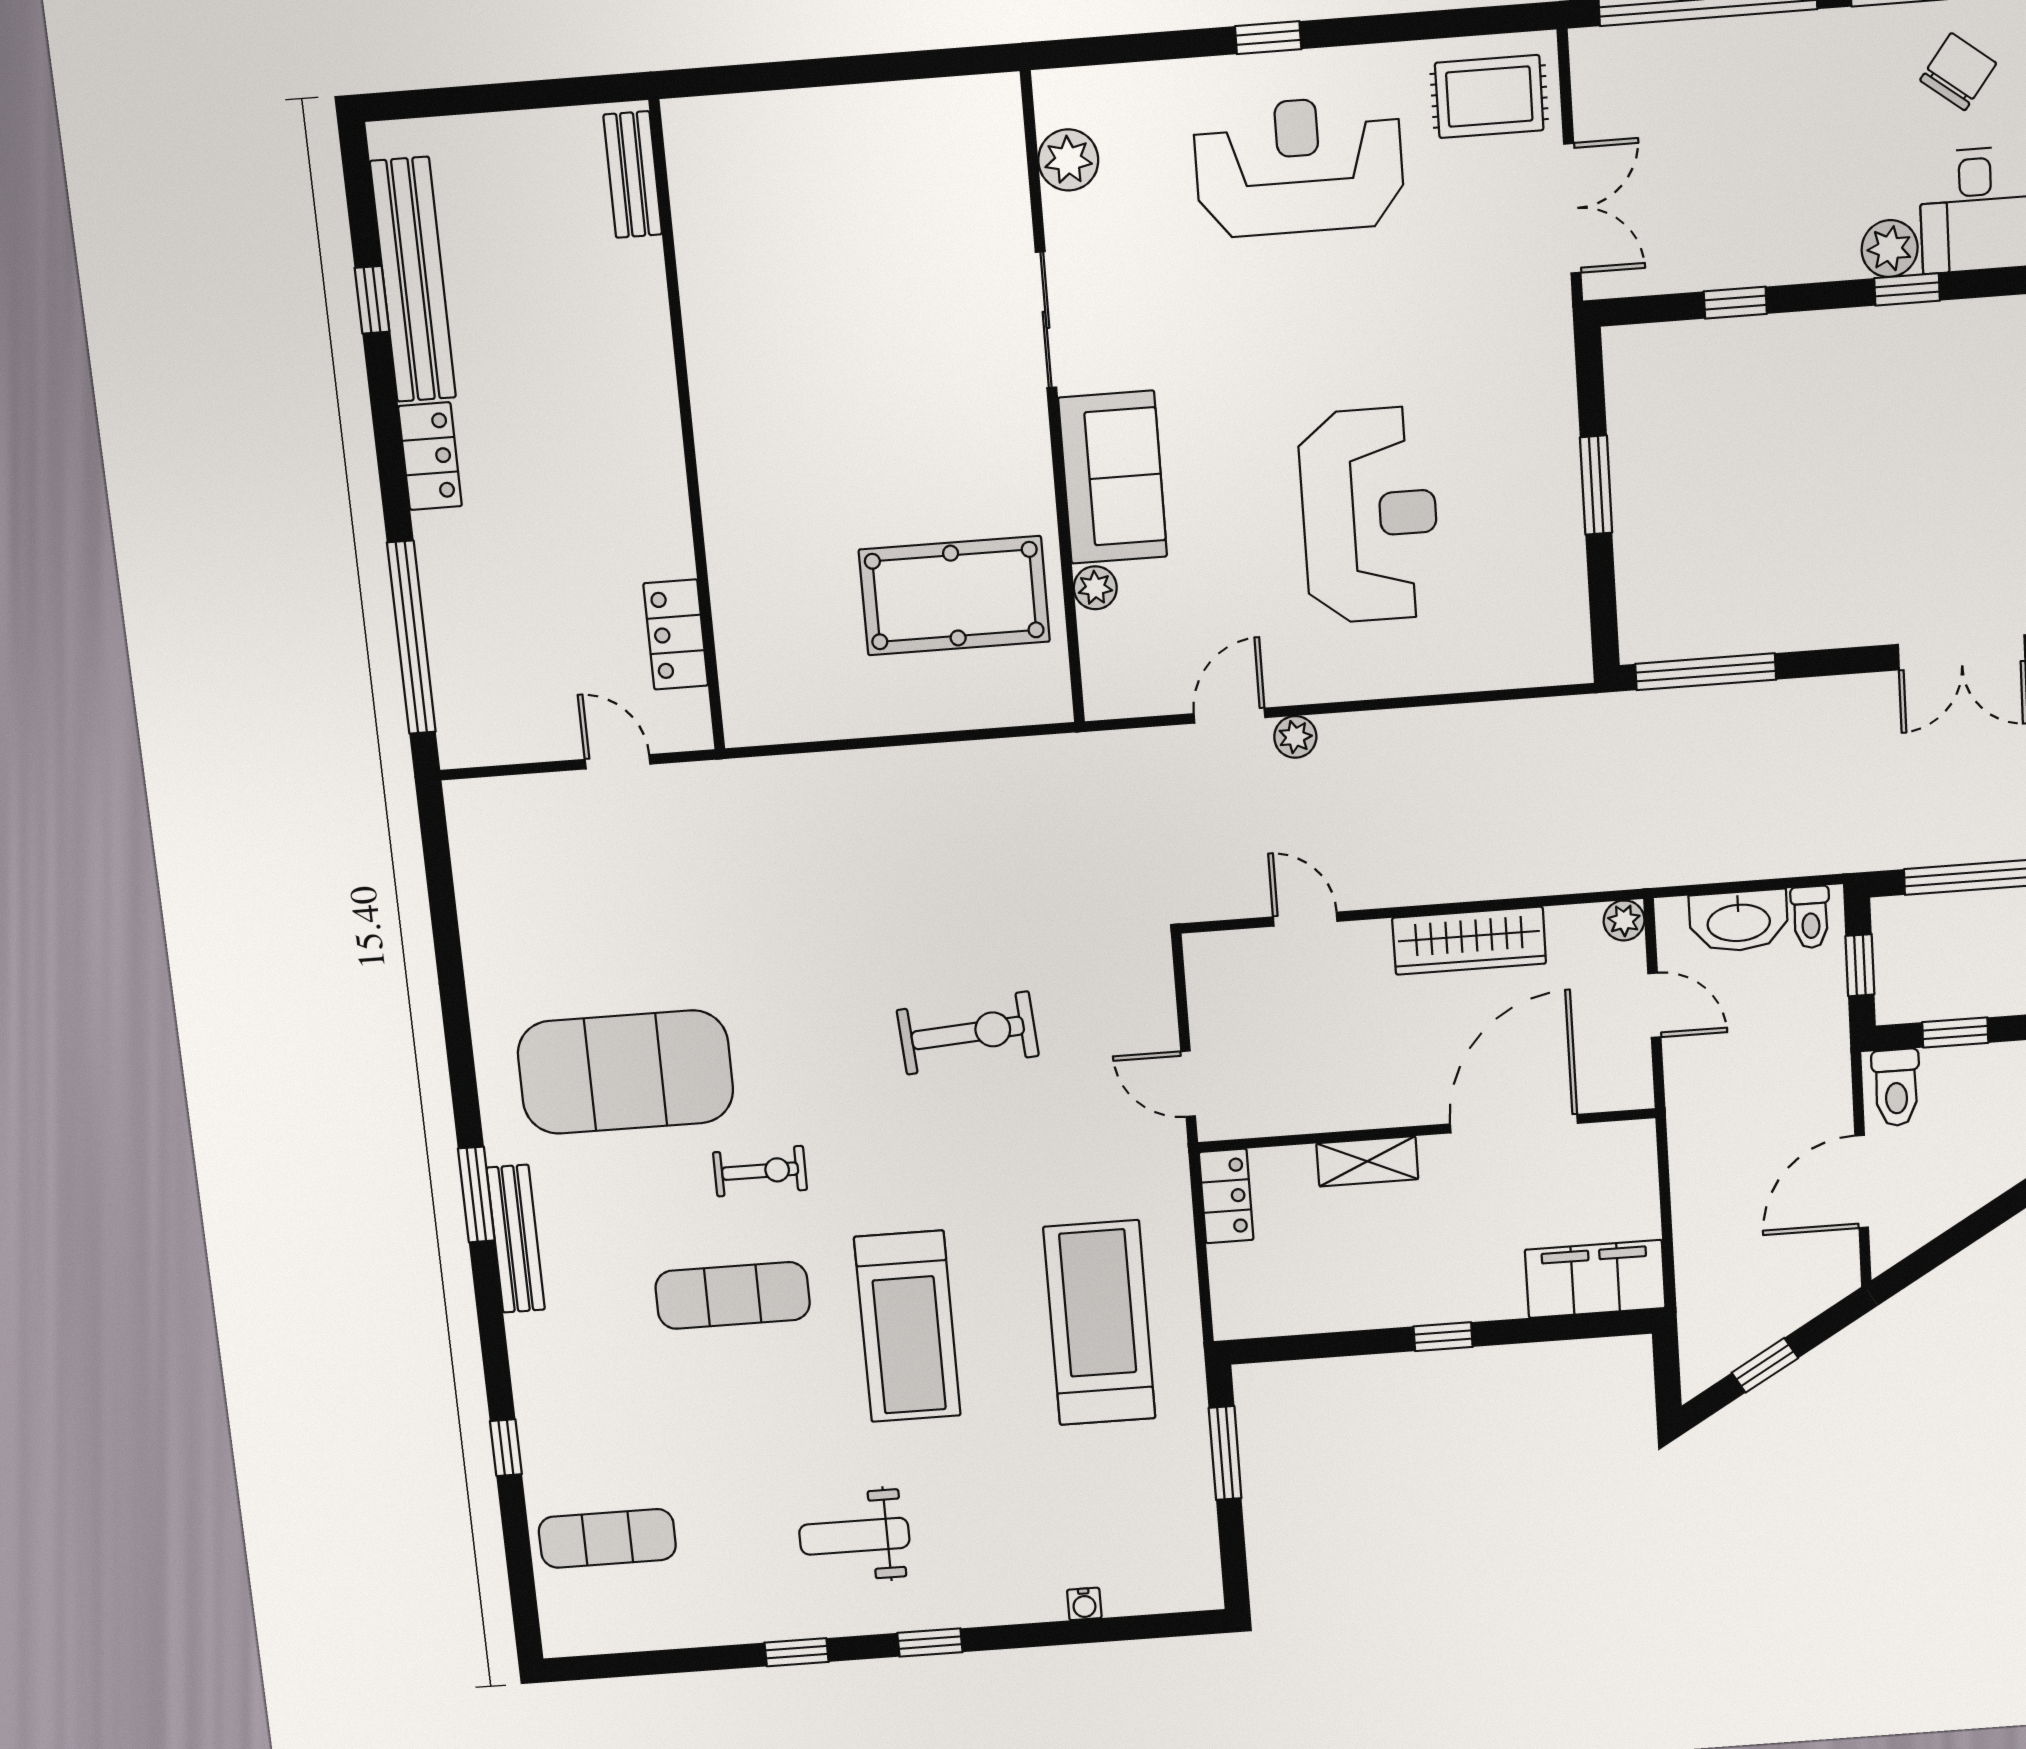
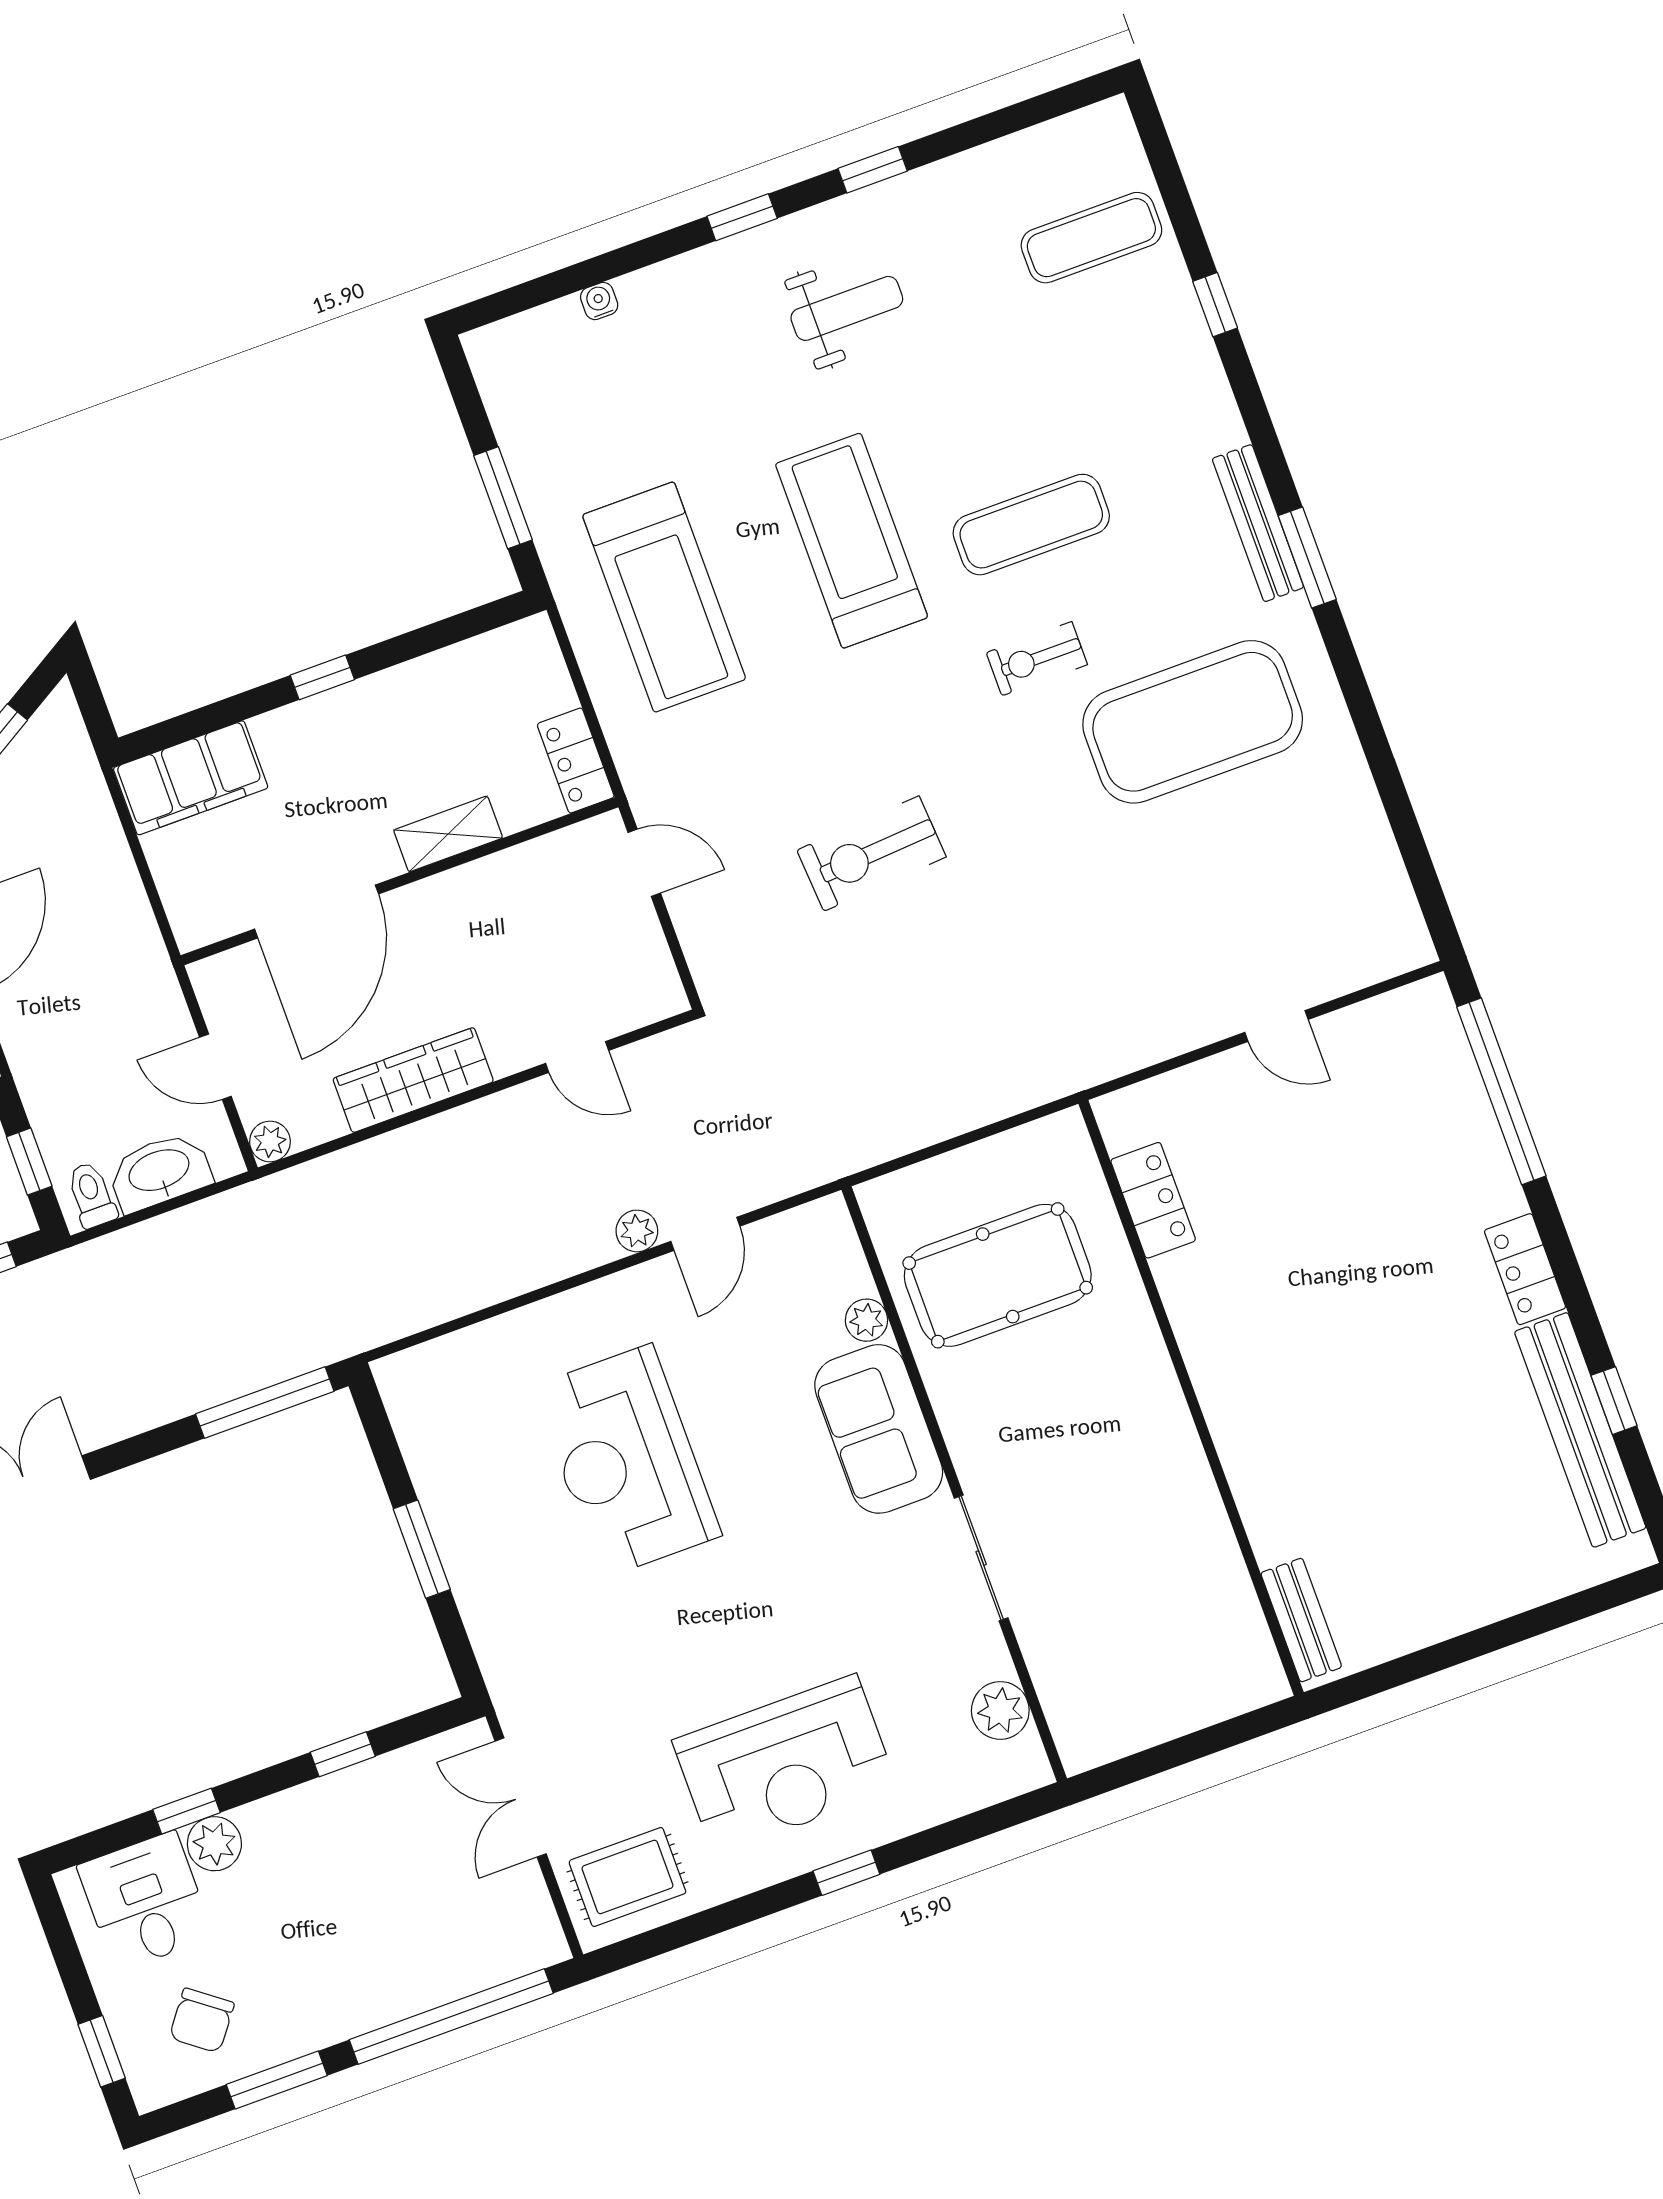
bench: (633, 175) -> (1301, 1620), moved
wall: (687, 429) -> (1191, 1398), moved
locker: (676, 634) -> (1153, 1200), moved

